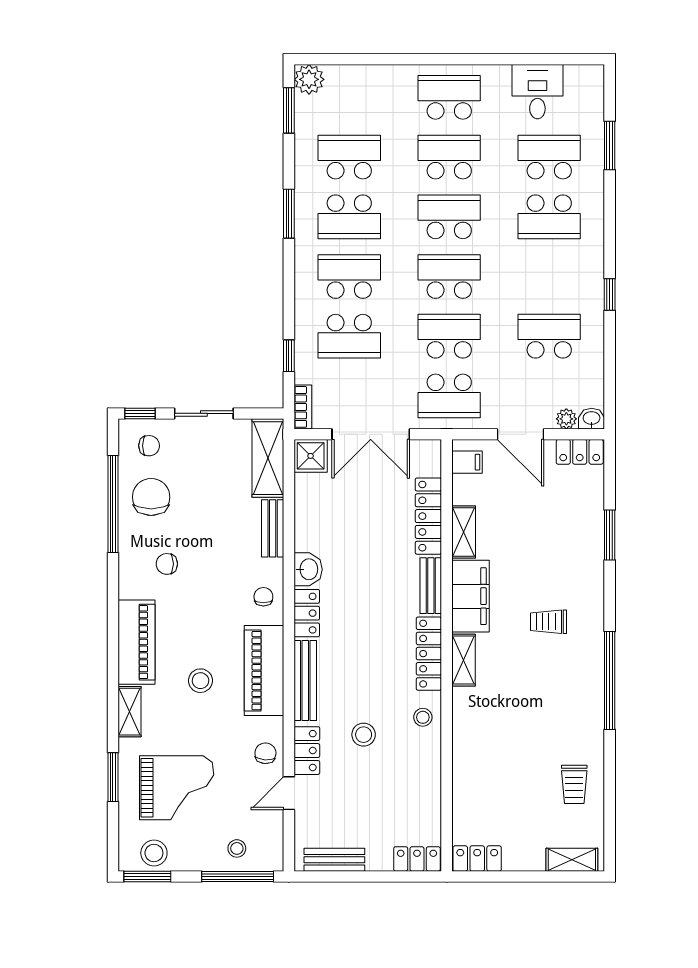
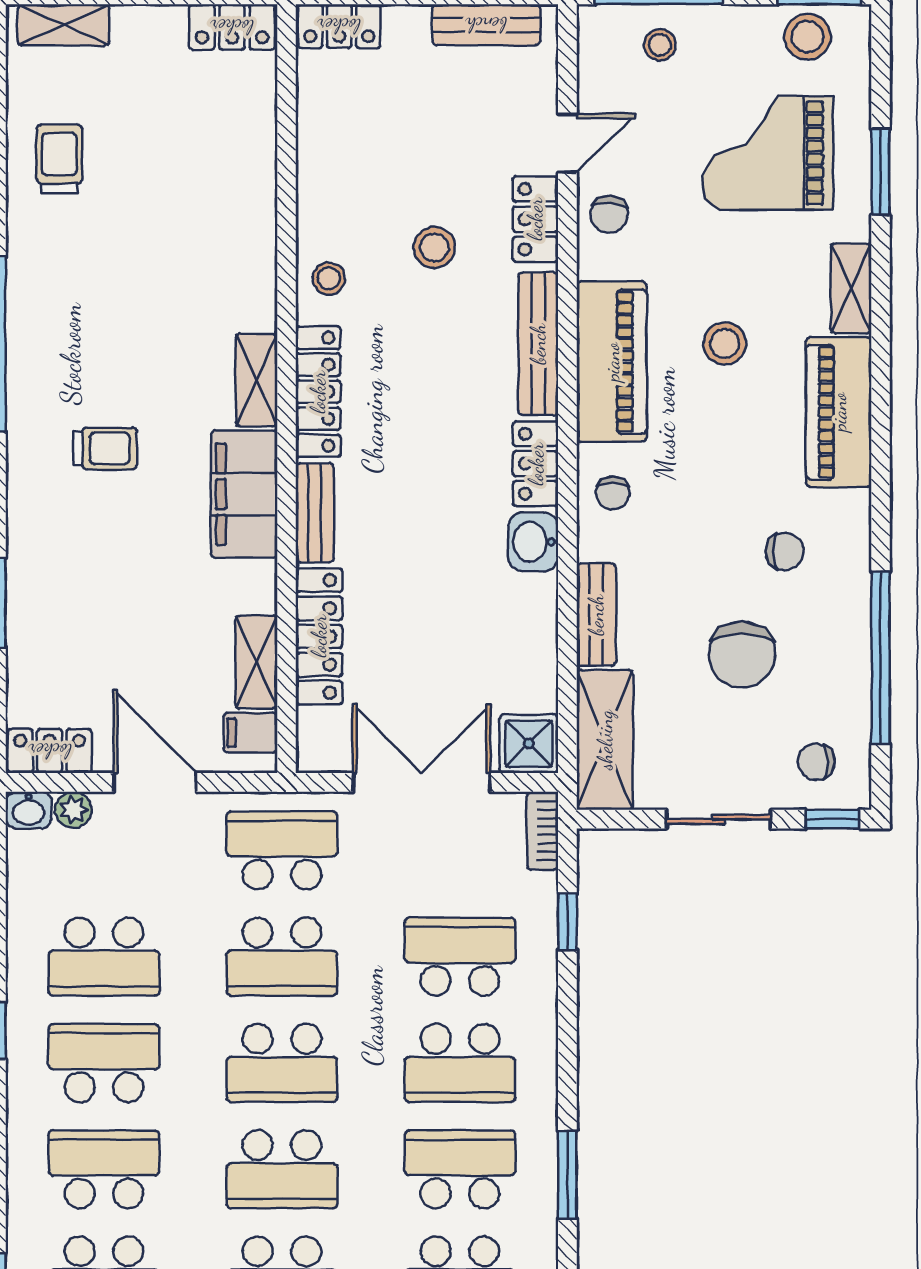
school desk: (549, 277) -> (104, 1063), added
chair: (151, 497) -> (742, 655), moved
shelving: (464, 532) -> (256, 662), moved

